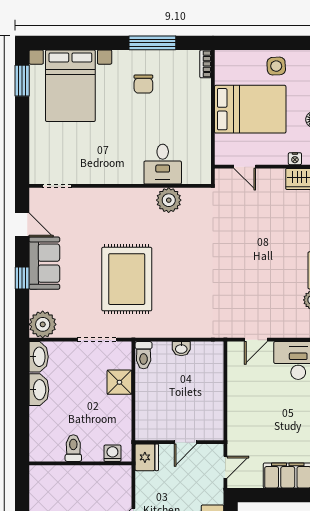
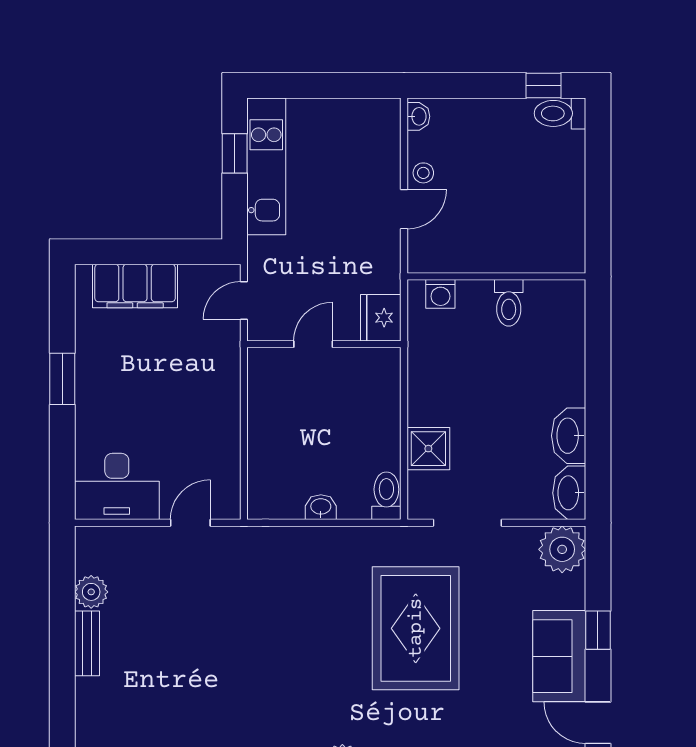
toilet: (73, 448) -> (509, 303), moved
washing machine: (112, 453) -> (440, 294), moved
wall: (80, 463) -> (496, 276), moved

